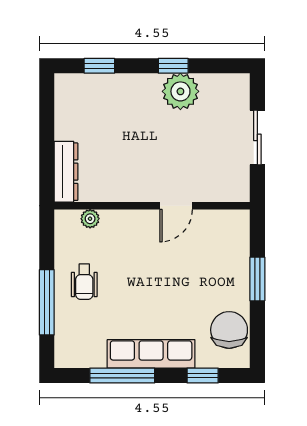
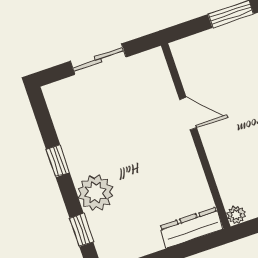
plant: (180, 91) -> (96, 193), moved
plant: (90, 219) -> (236, 215), moved

